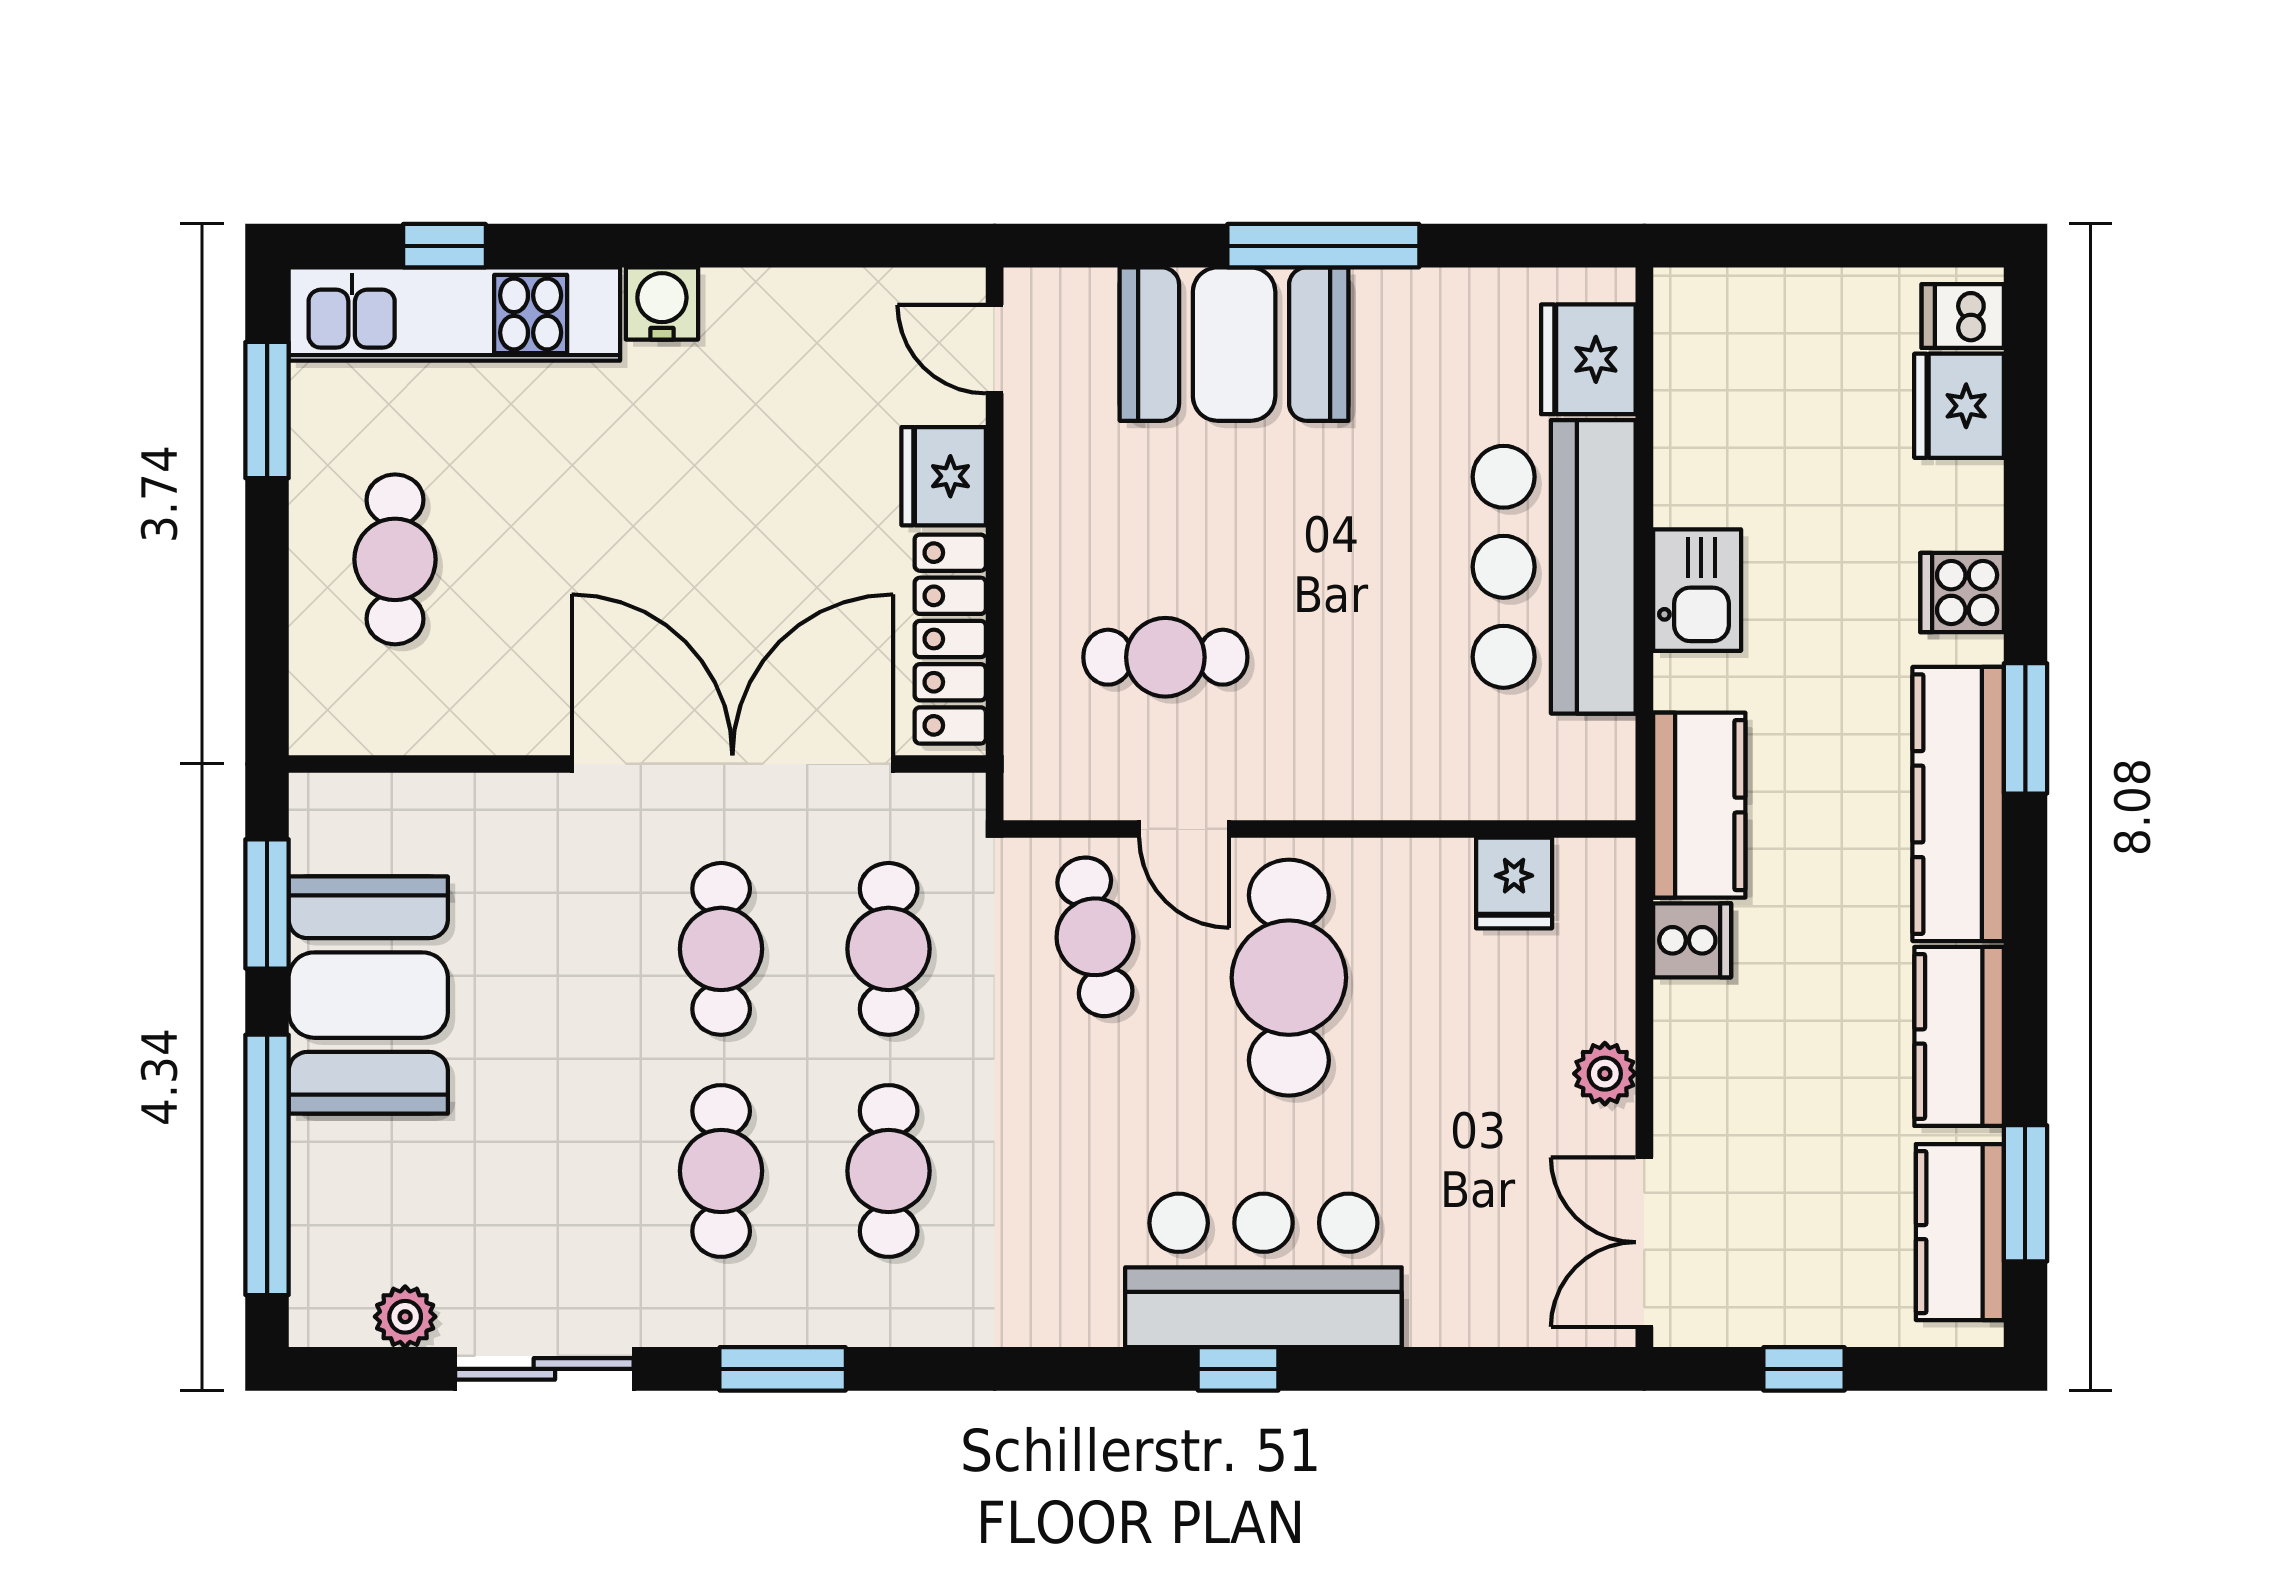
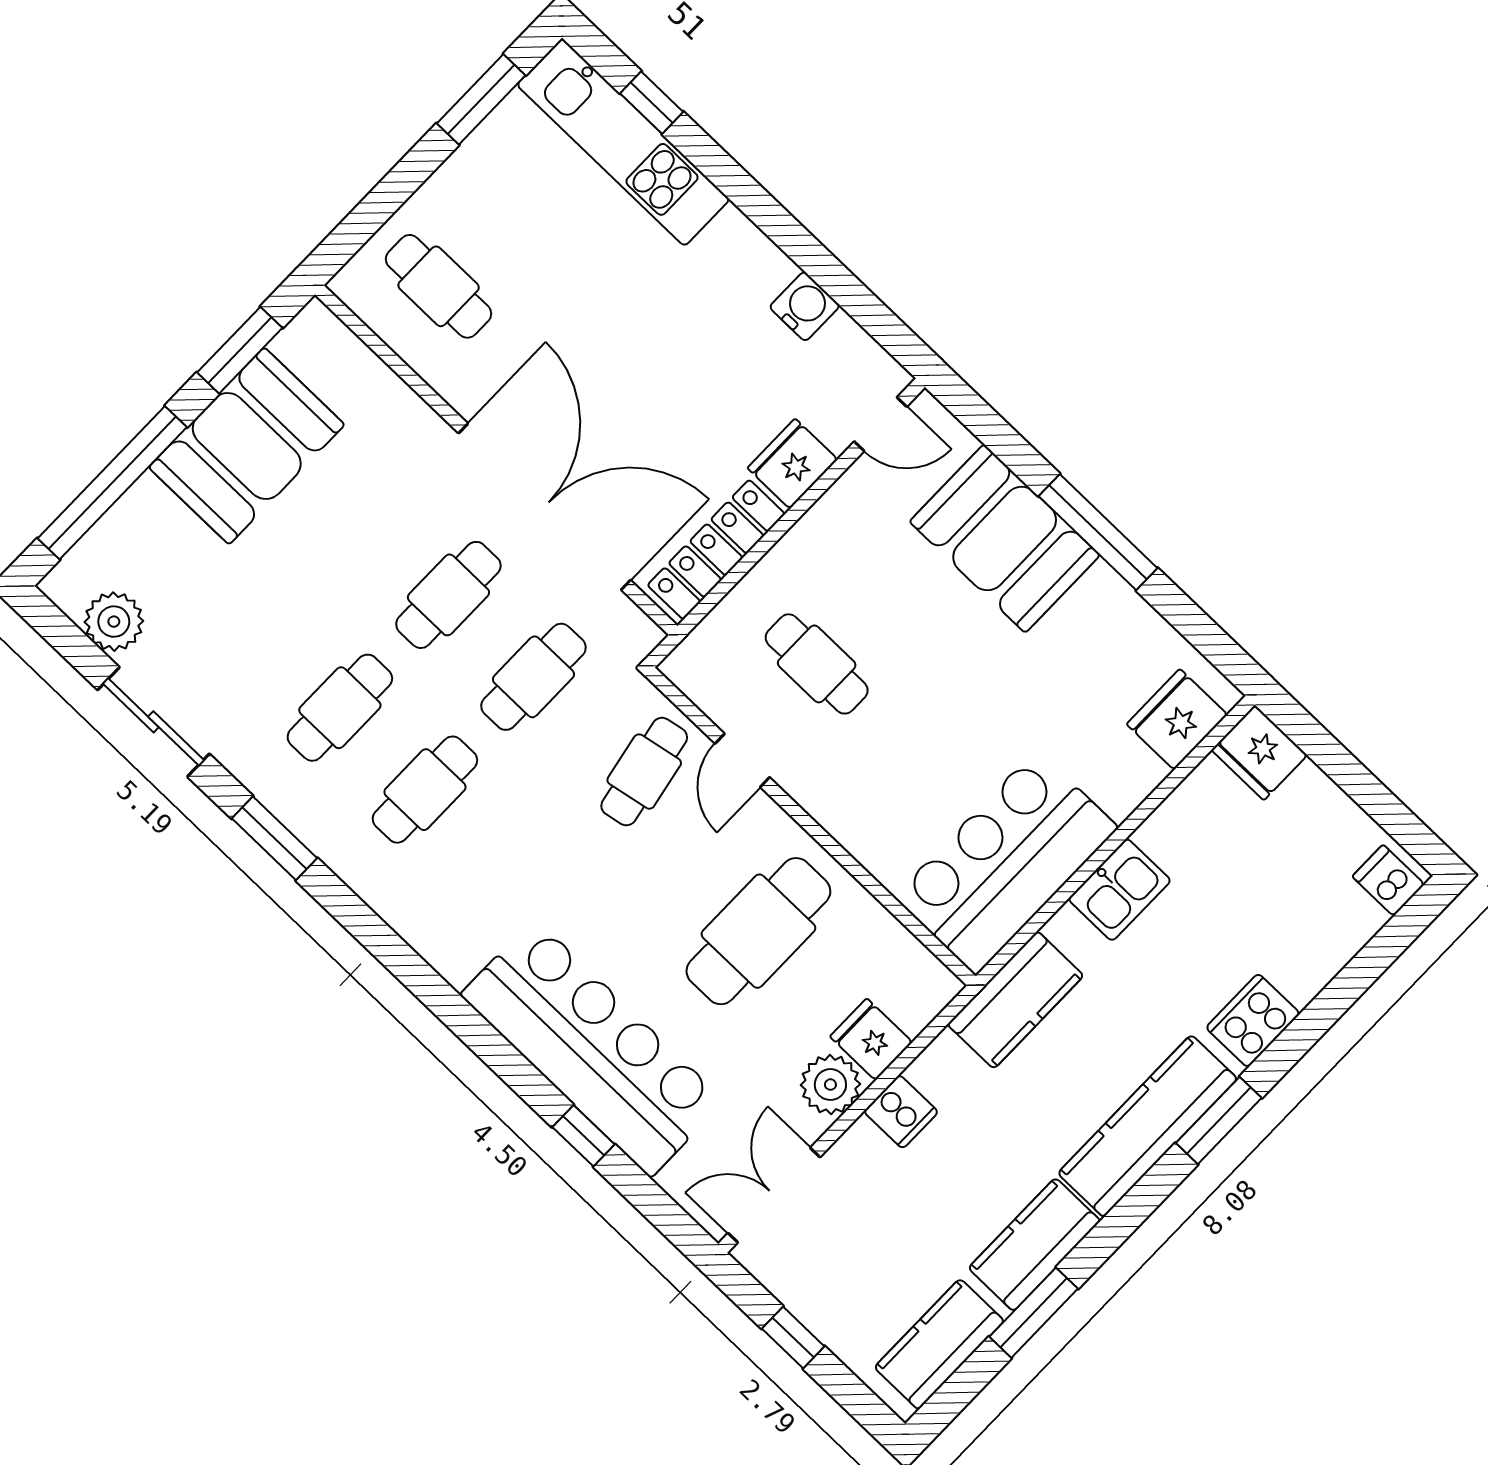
water cooler: (662, 303) -> (805, 306), moved
door: (995, 349) -> (881, 424), swing flipped
fridge: (1959, 406) -> (1259, 752), moved, turned -90
cafe table: (395, 559) -> (439, 286), moved, turned 90
bar counter: (1554, 567) -> (1006, 862), moved
cooker: (1962, 593) -> (1253, 1020), width x1.36
fridge: (1514, 883) -> (871, 1039), moved, turned 90
cooker: (1692, 940) -> (901, 1112), moved
cafe table: (1289, 978) -> (758, 931), moved
plant: (1605, 1074) -> (830, 1085), width x1.38, depth x1.38
window: (2025, 1193) -> (1034, 1313), moved
bar counter: (1263, 1270) -> (592, 1048), width x1.36
plant: (405, 1317) -> (114, 622), width x1.38, depth x1.38
window: (1238, 1369) -> (584, 1136), moved

